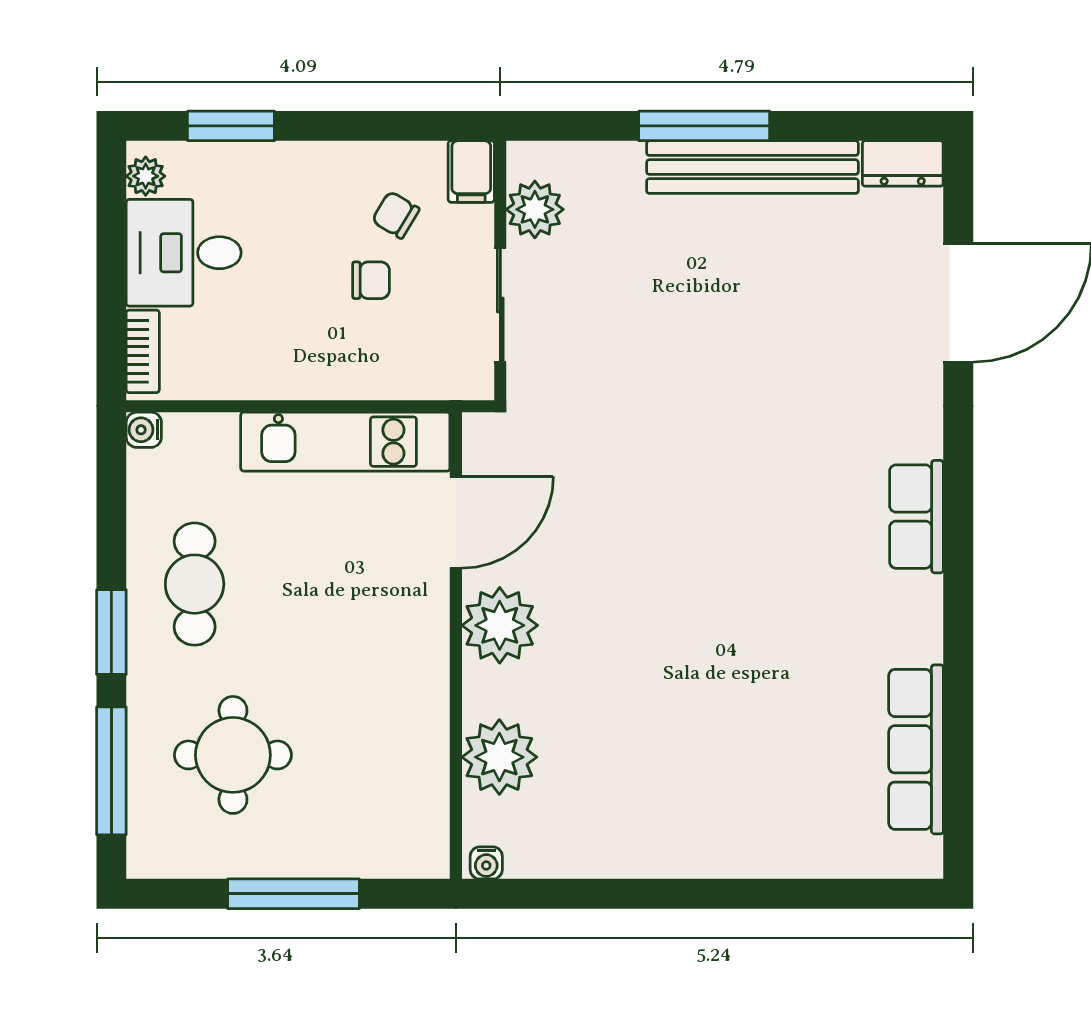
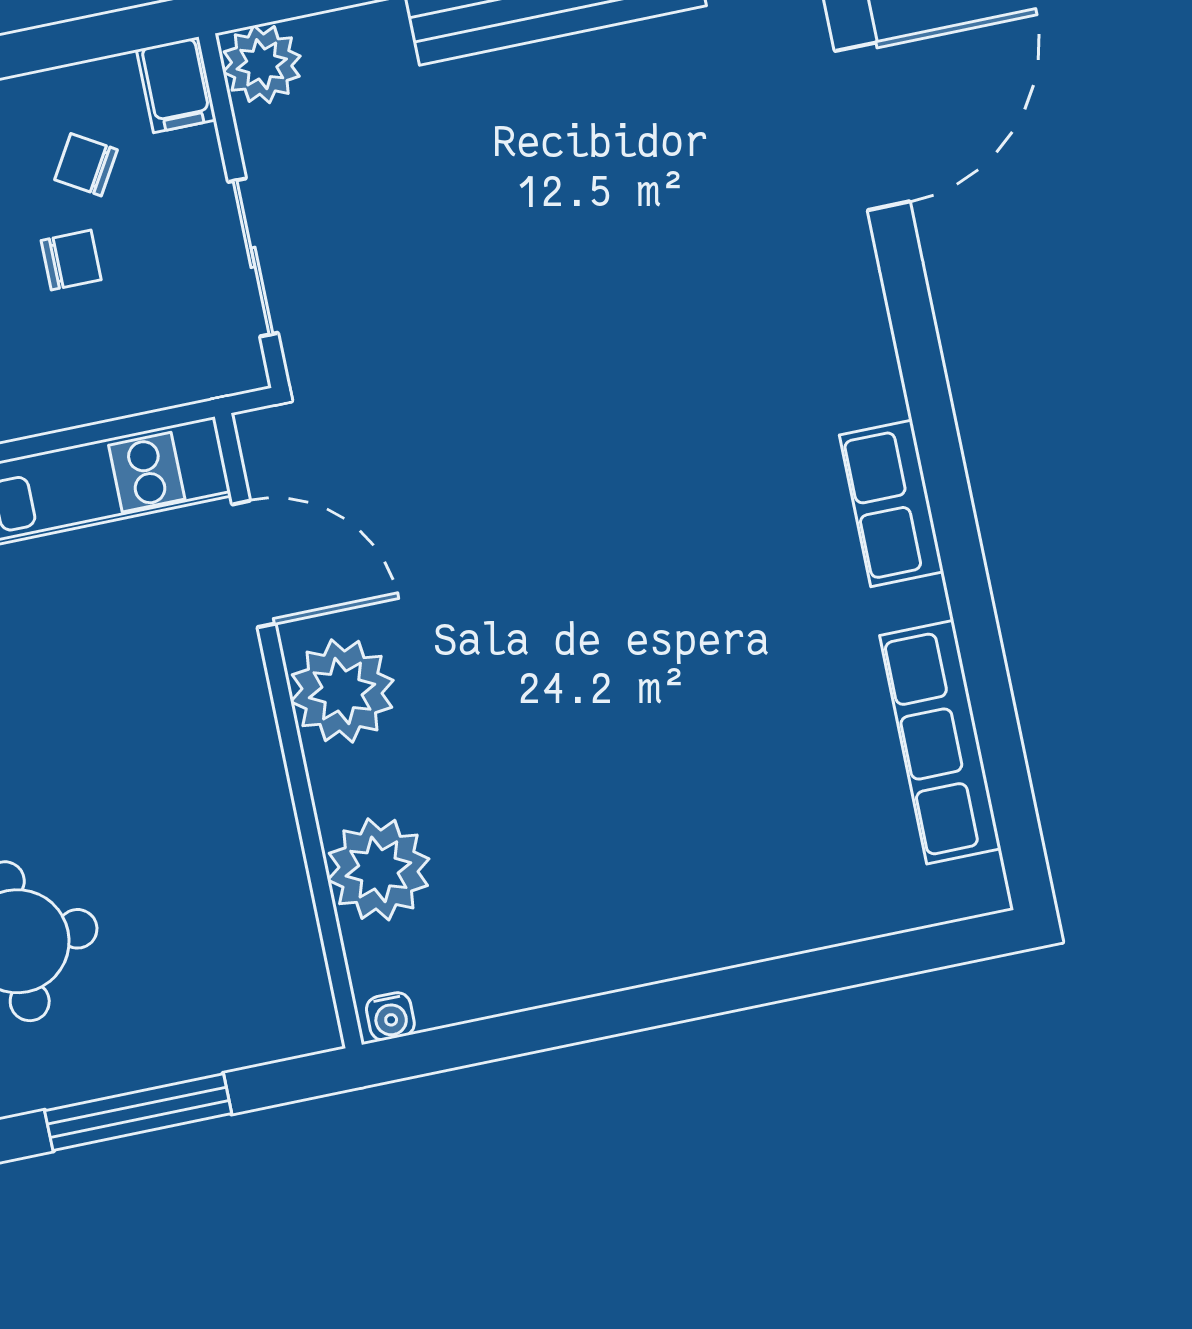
plant: (535, 209) -> (262, 64), moved
row of seats: (917, 517) -> (891, 503), moved
door: (456, 522) -> (254, 564), hinge flipped

